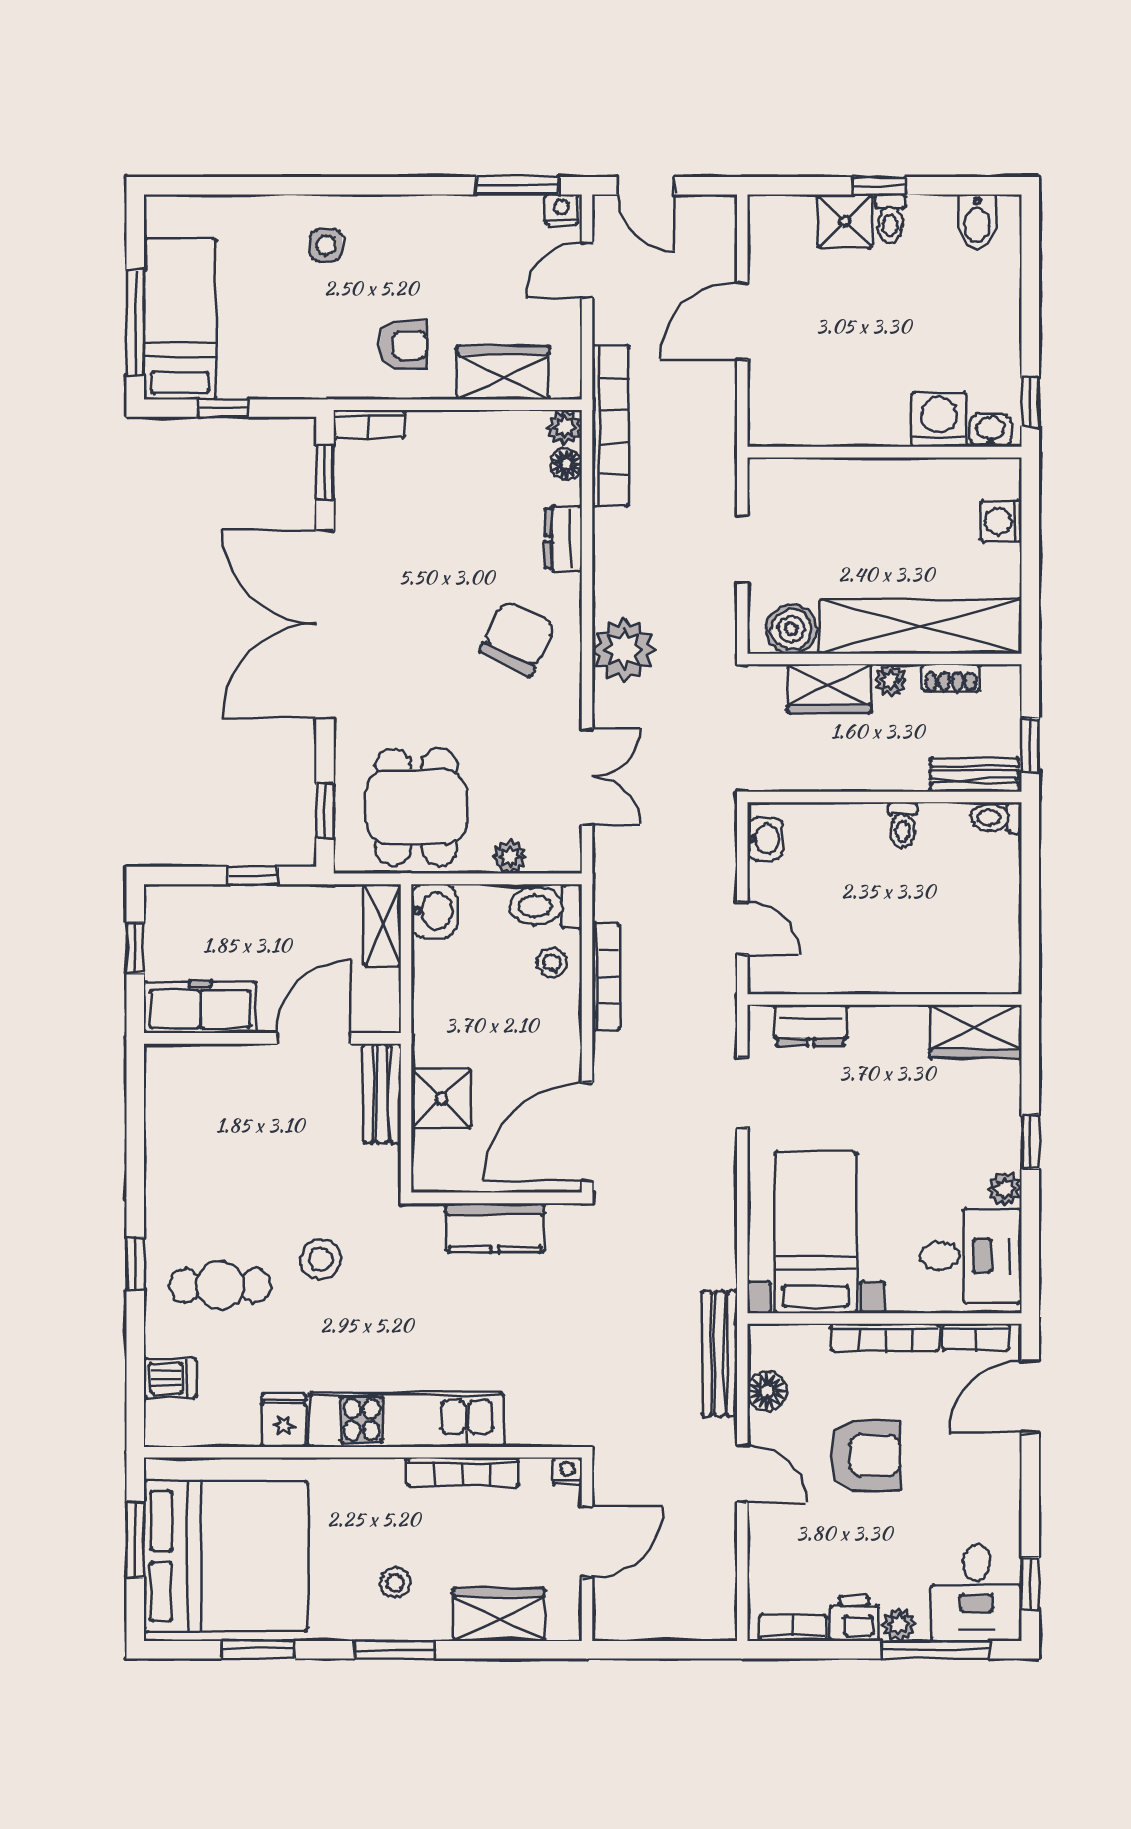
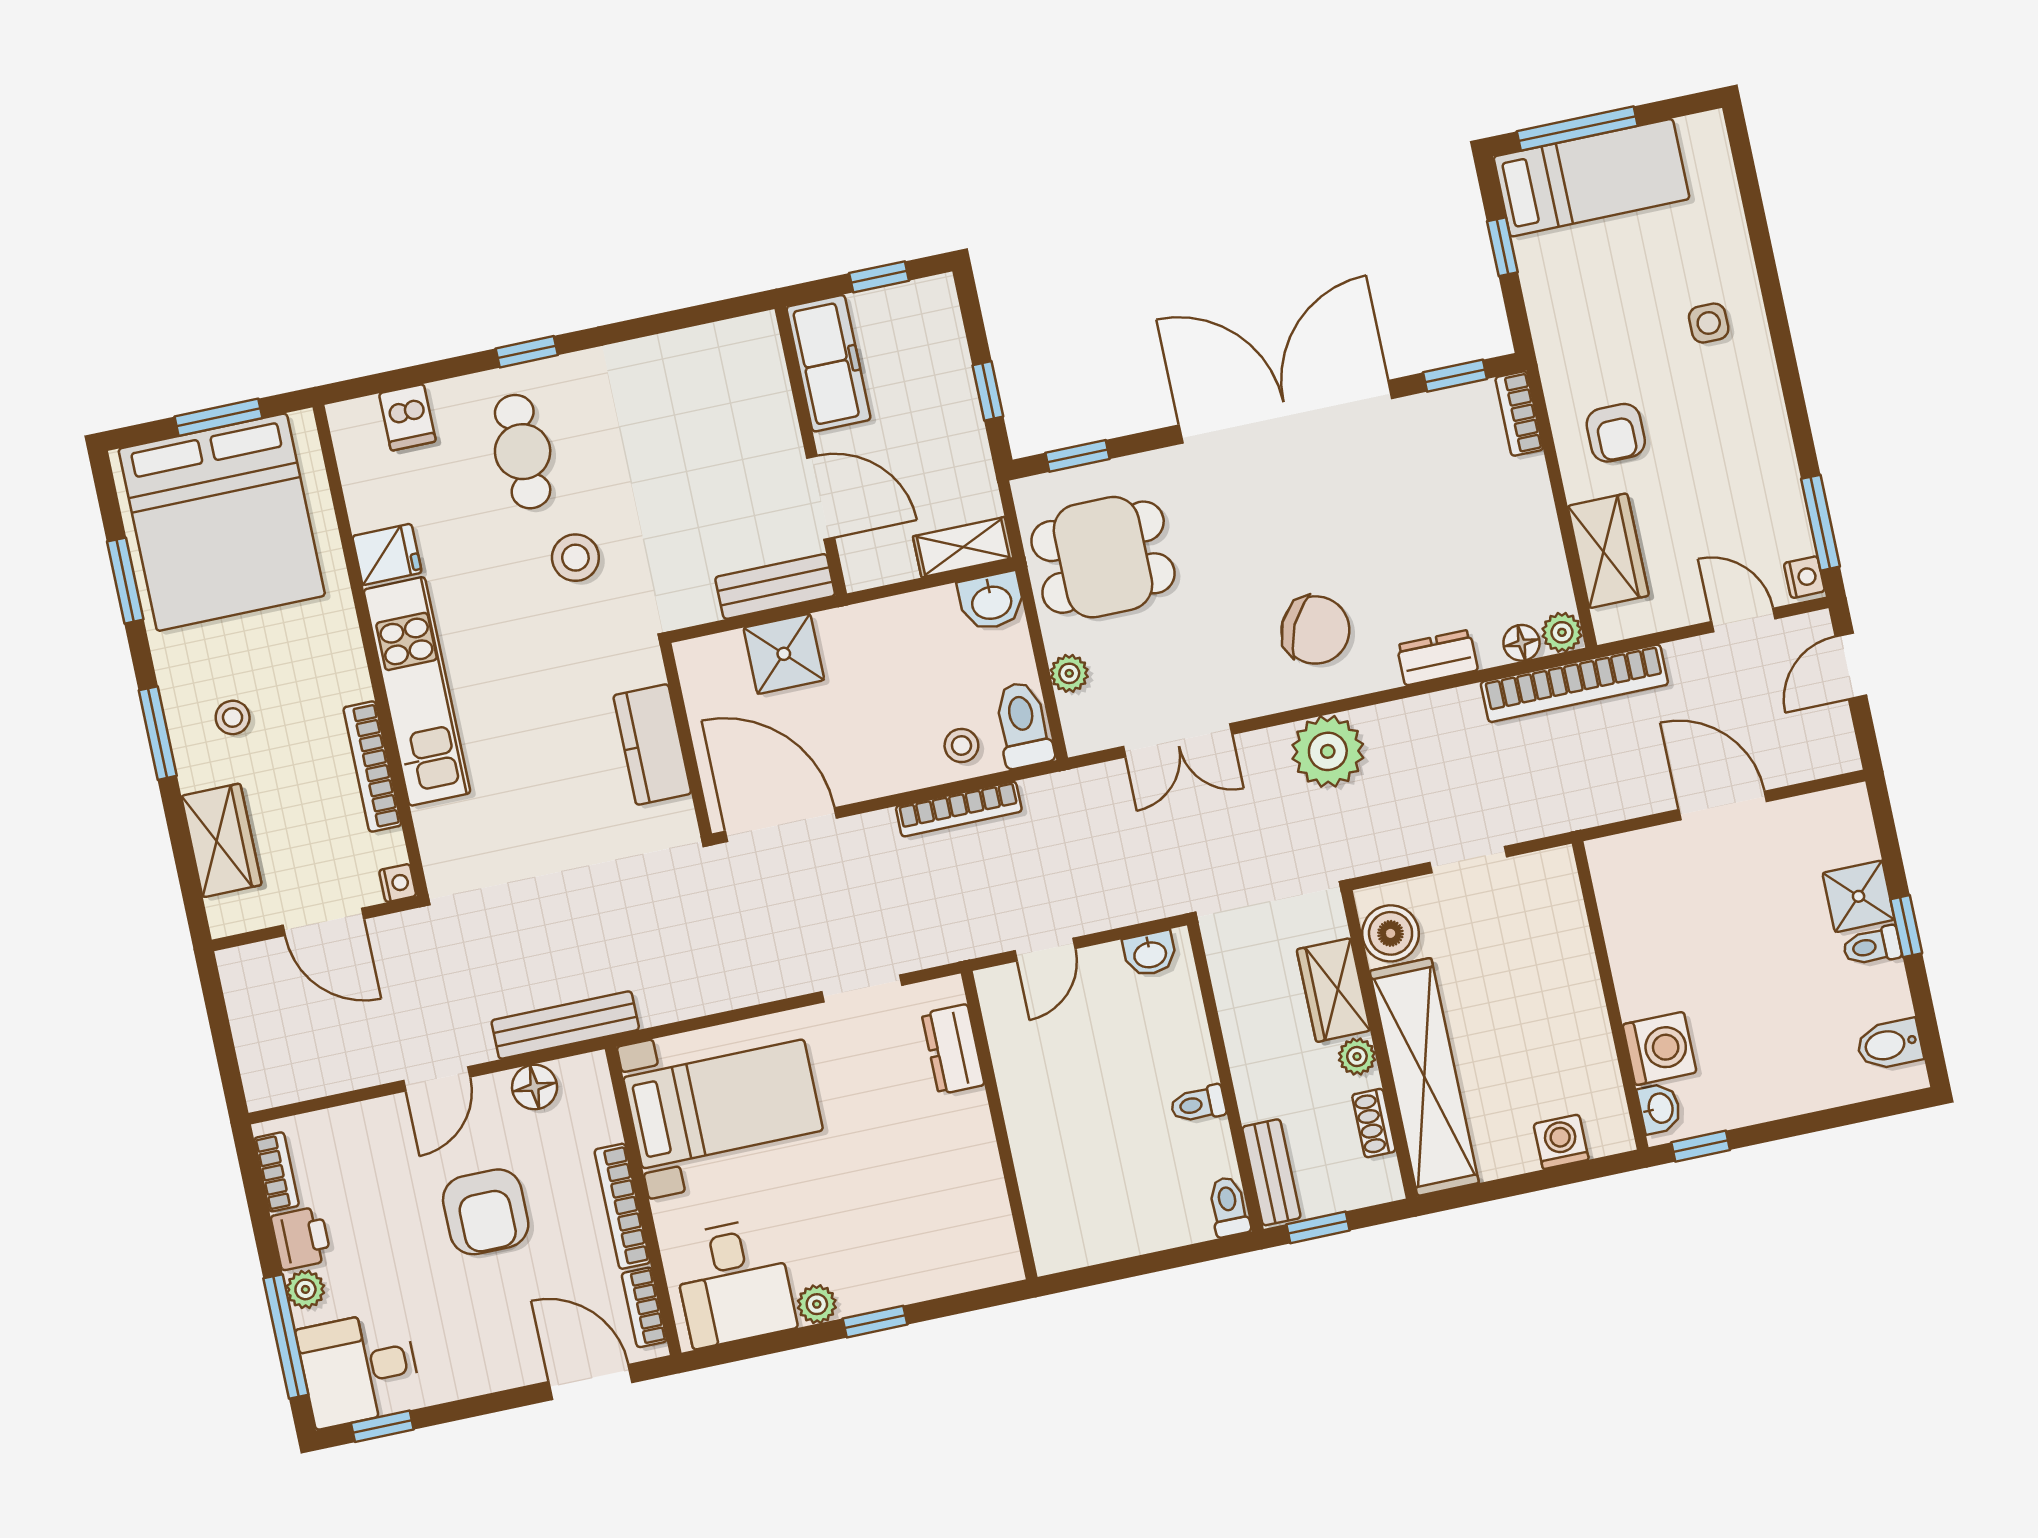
wardrobe: (976, 1031) -> (985, 1235), removed

